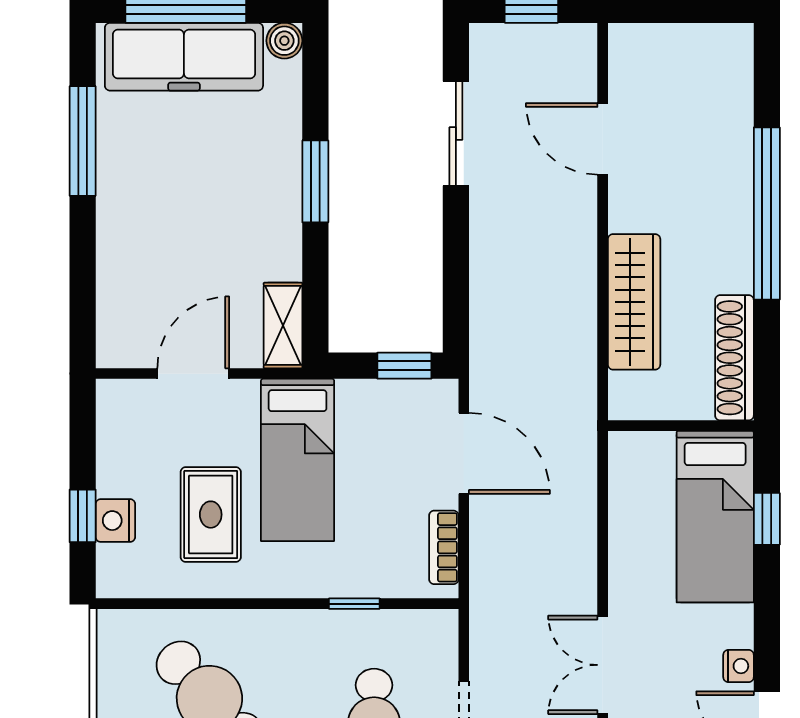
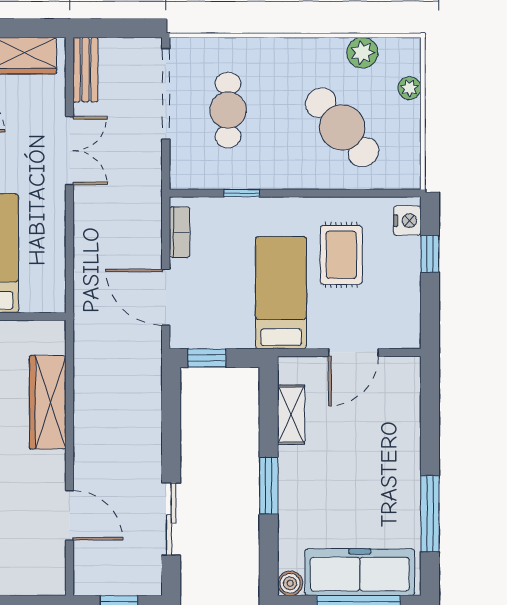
shelving: (283, 325) -> (291, 415), moved
nightstand: (115, 521) -> (407, 221), moved

